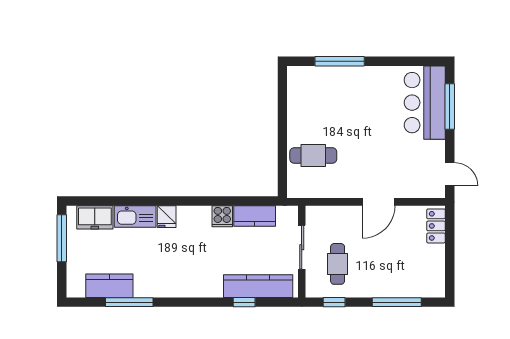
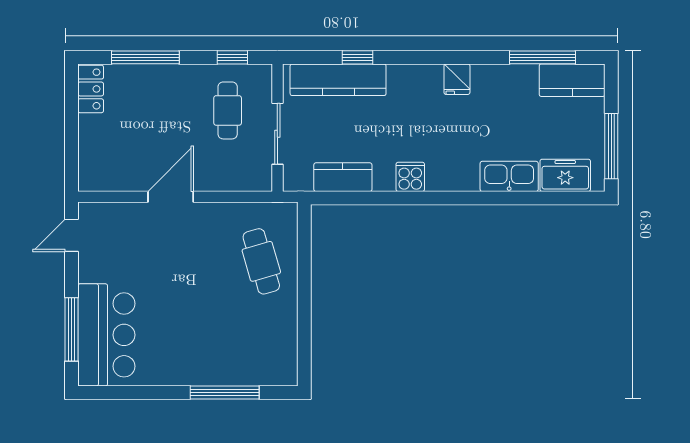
cafe table: (313, 155) -> (261, 261), turned 74
door: (450, 174) -> (72, 235), hinge flipped
cooker: (222, 216) -> (410, 177), moved
fridge: (167, 217) -> (457, 79), moved, turned 180
locker: (436, 226) -> (91, 89), moved
kitchen counter: (109, 286) -> (572, 80), moved
window: (129, 302) -> (542, 57), moved

